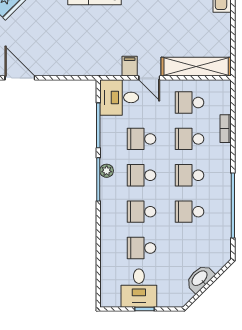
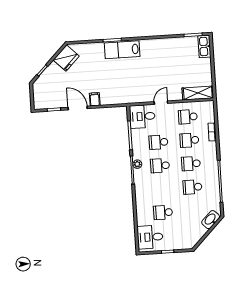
filing cabinet: (130, 66) -> (95, 99), moved
shelving: (196, 67) -> (198, 93), width x0.68
door: (149, 78) -> (161, 103), swing flipped
school desk: (142, 212) -> (161, 189), removed
washbasin: (200, 278) -> (211, 220), moved
desk: (139, 288) -> (150, 237), moved, turned 90

